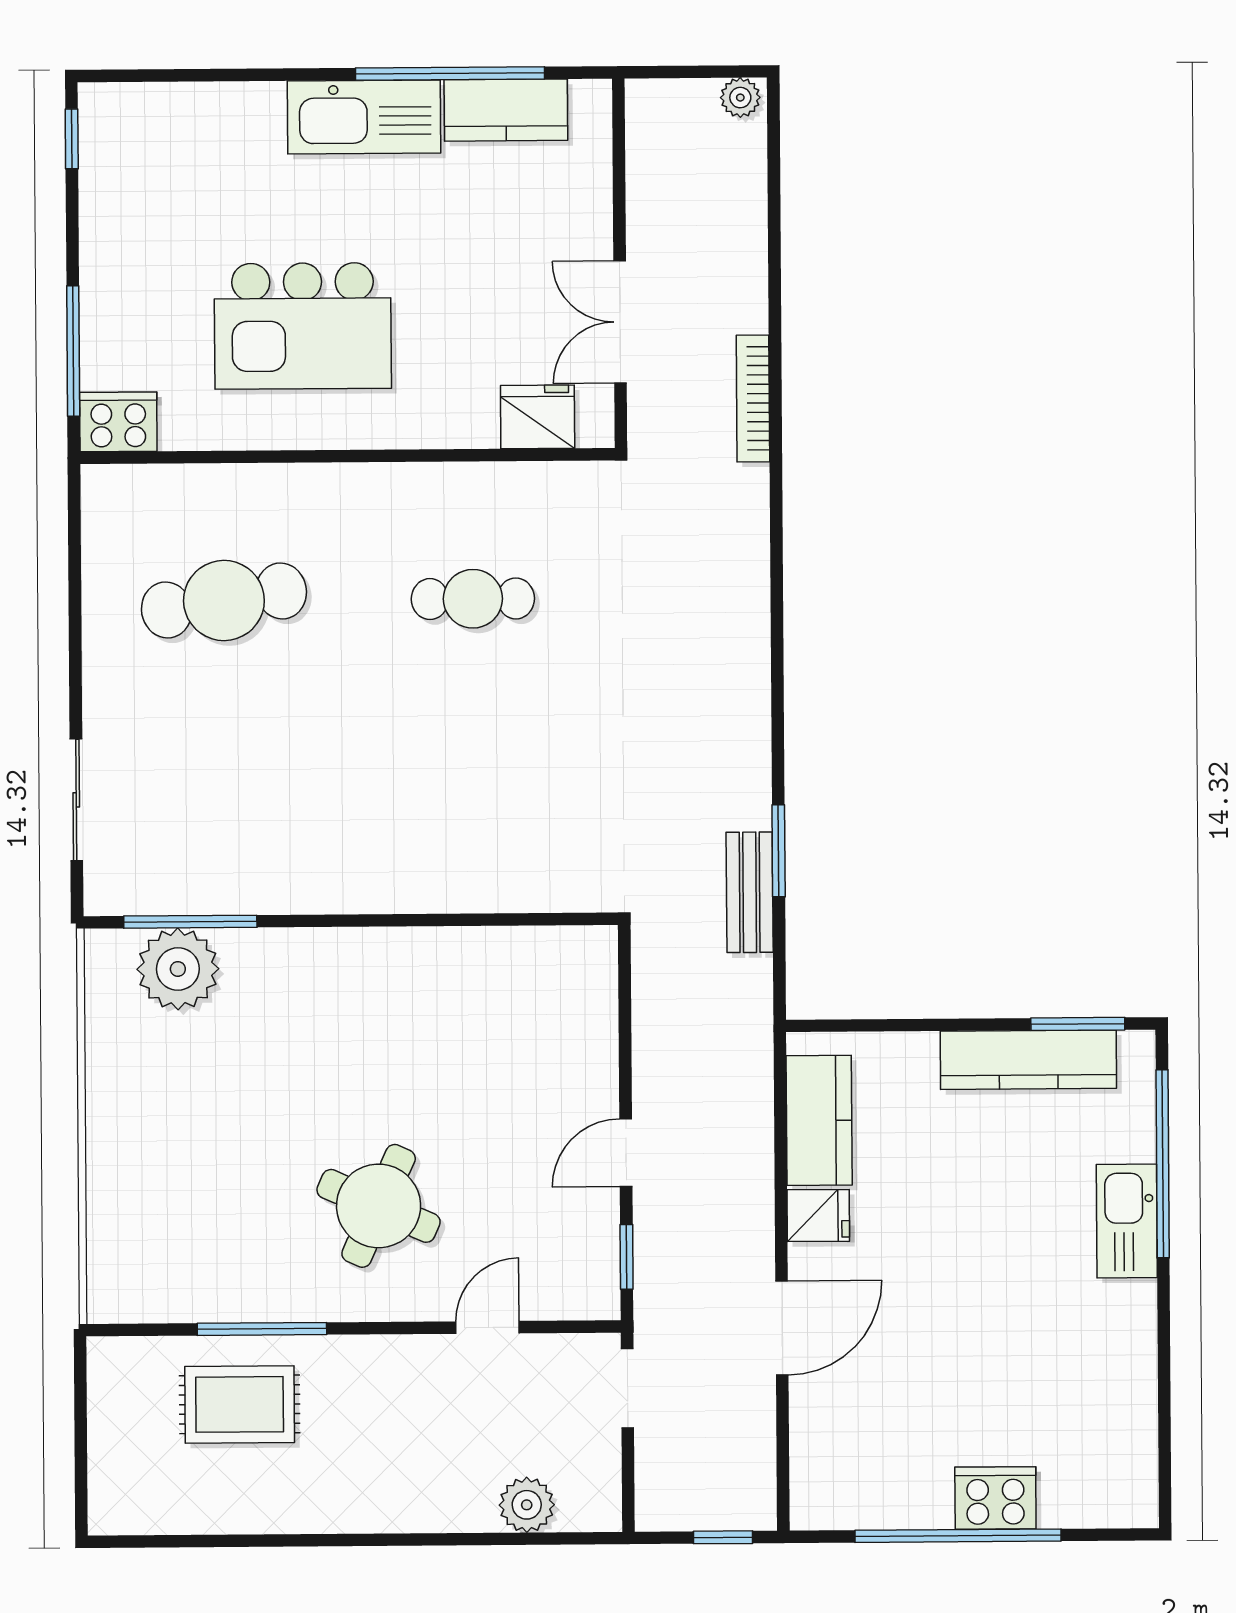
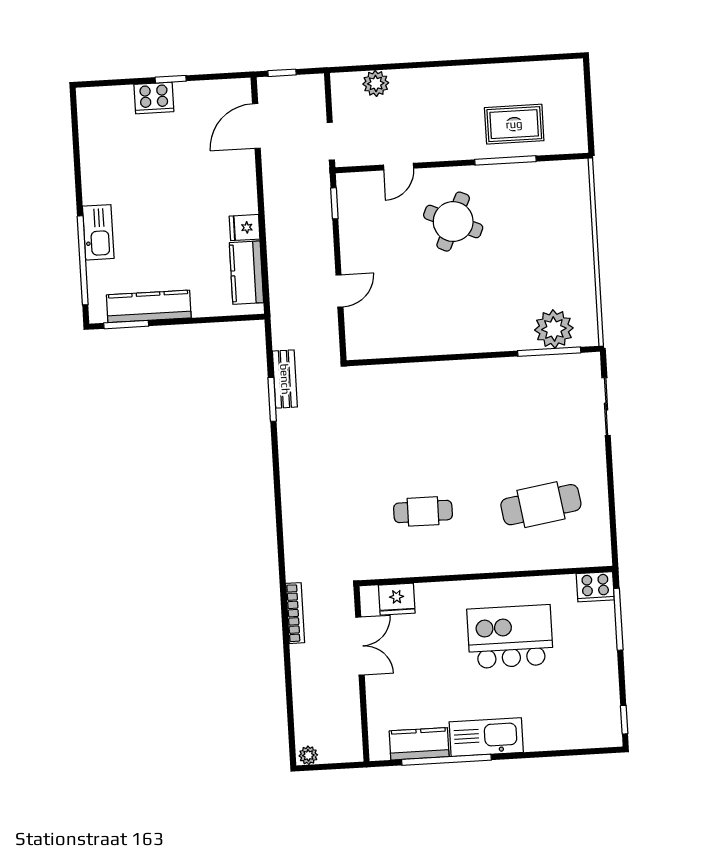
door: (626, 1153) -> (339, 291), moved
door: (782, 1328) -> (256, 126), moved
window: (958, 1536) -> (171, 79), width x0.32

